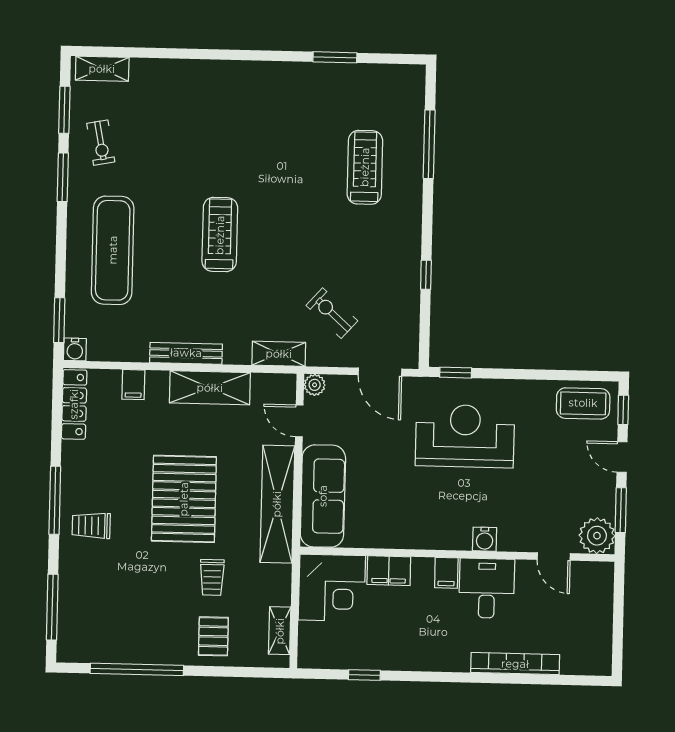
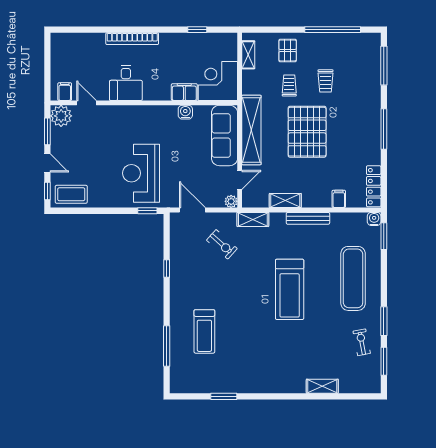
shelving: (102, 69) -> (322, 386), moved
treadmill: (220, 235) -> (290, 289), width x1.37, depth x1.38
shelving: (210, 388) -> (285, 201), width x0.67, depth x0.75
door: (299, 421) -> (240, 180), hinge flipped
reception desk: (465, 436) -> (141, 173), turned 90
trolley: (91, 526) -> (326, 81), moved, turned 90
water cooler: (485, 539) -> (185, 112), moved
filing cabinet: (446, 573) -> (65, 92), moved
bookcase: (515, 664) -> (132, 39), moved

